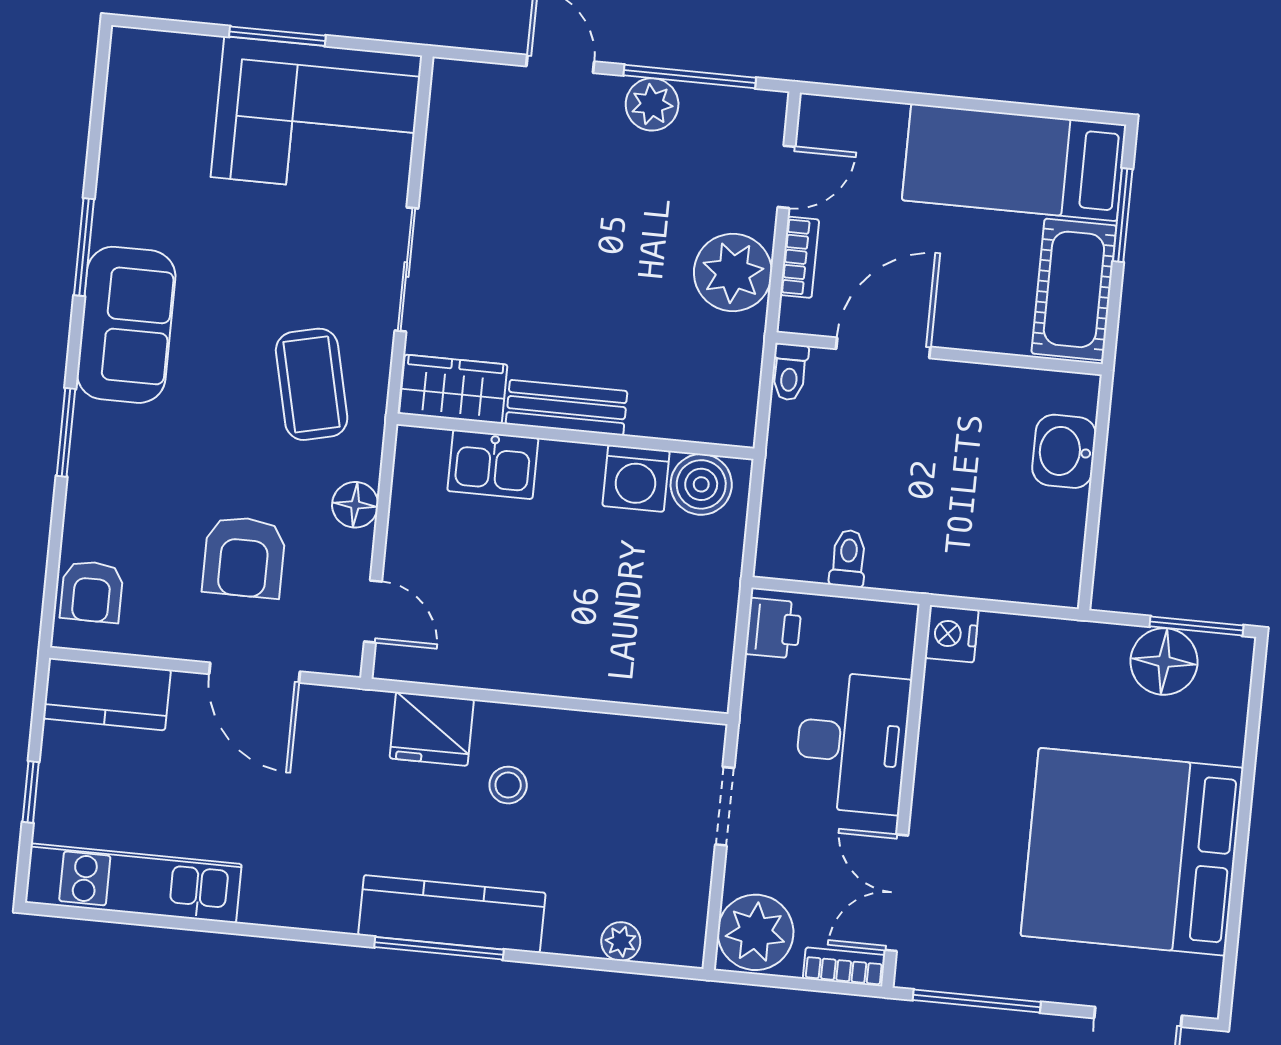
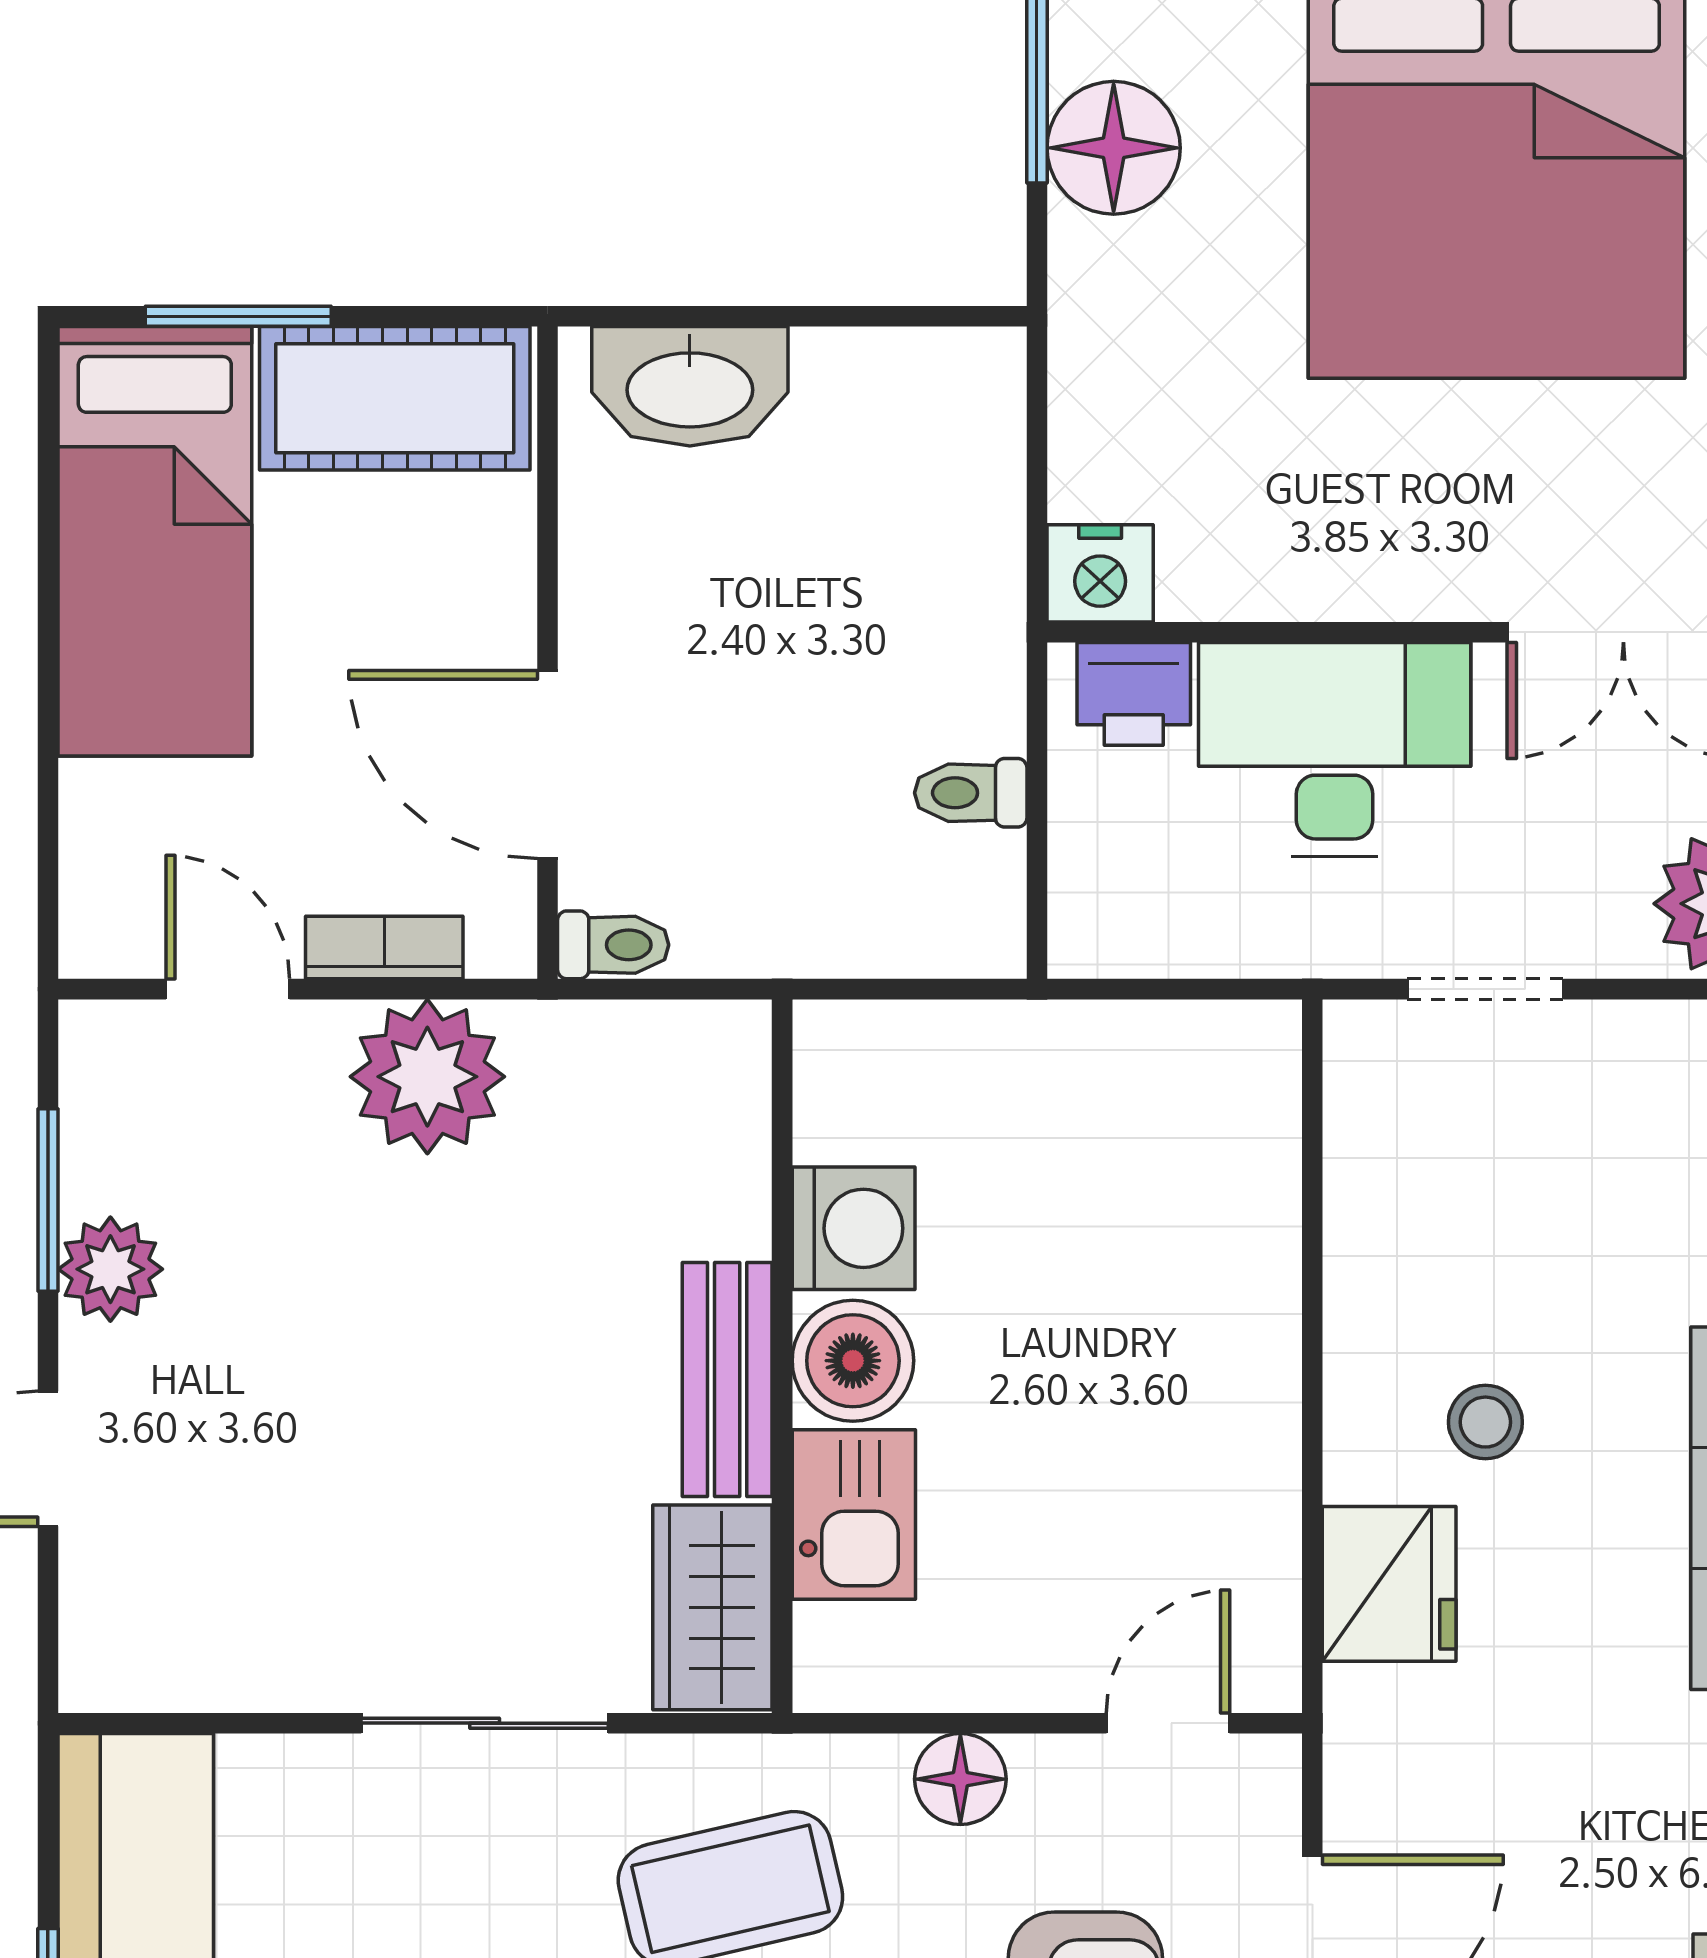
window: (690, 77) -> (48, 1200), width x0.69
washbasin: (1064, 451) -> (690, 386), width x1.38
boiler: (701, 484) -> (853, 1361), moved
printer: (773, 628) -> (1134, 694), moved, turned 180

